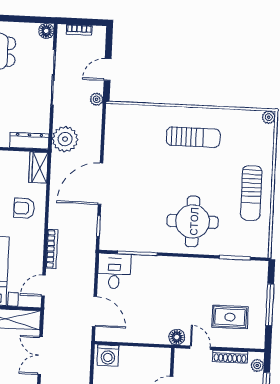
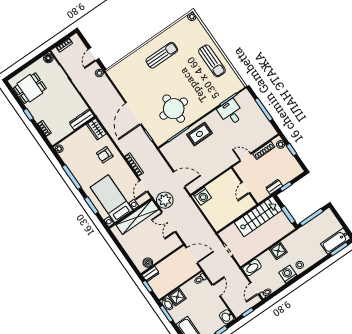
plant: (65, 139) -> (165, 200), moved
round table: (193, 221) -> (174, 109), moved
desk: (114, 271) -> (231, 112), moved
rug: (230, 317) -> (199, 134), moved
floor lamp: (177, 337) -> (230, 161), removed

